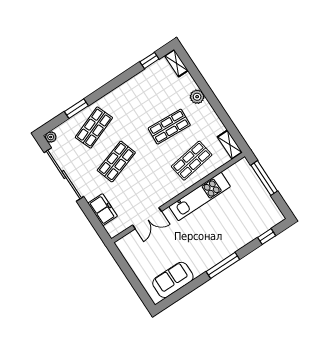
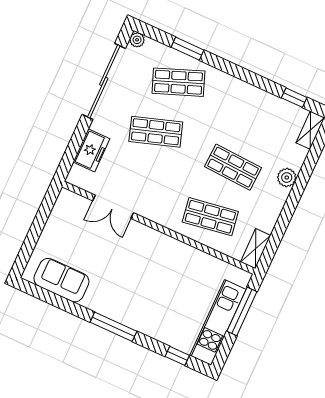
kitchen unit: (200, 196) -> (218, 322), moved, turned 90

